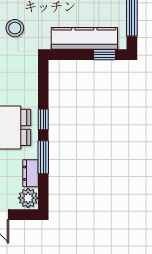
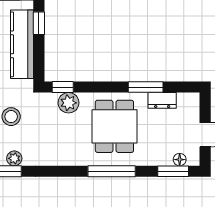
window: (43, 119) -> (63, 87), moved
plant: (28, 198) -> (69, 103), moved

